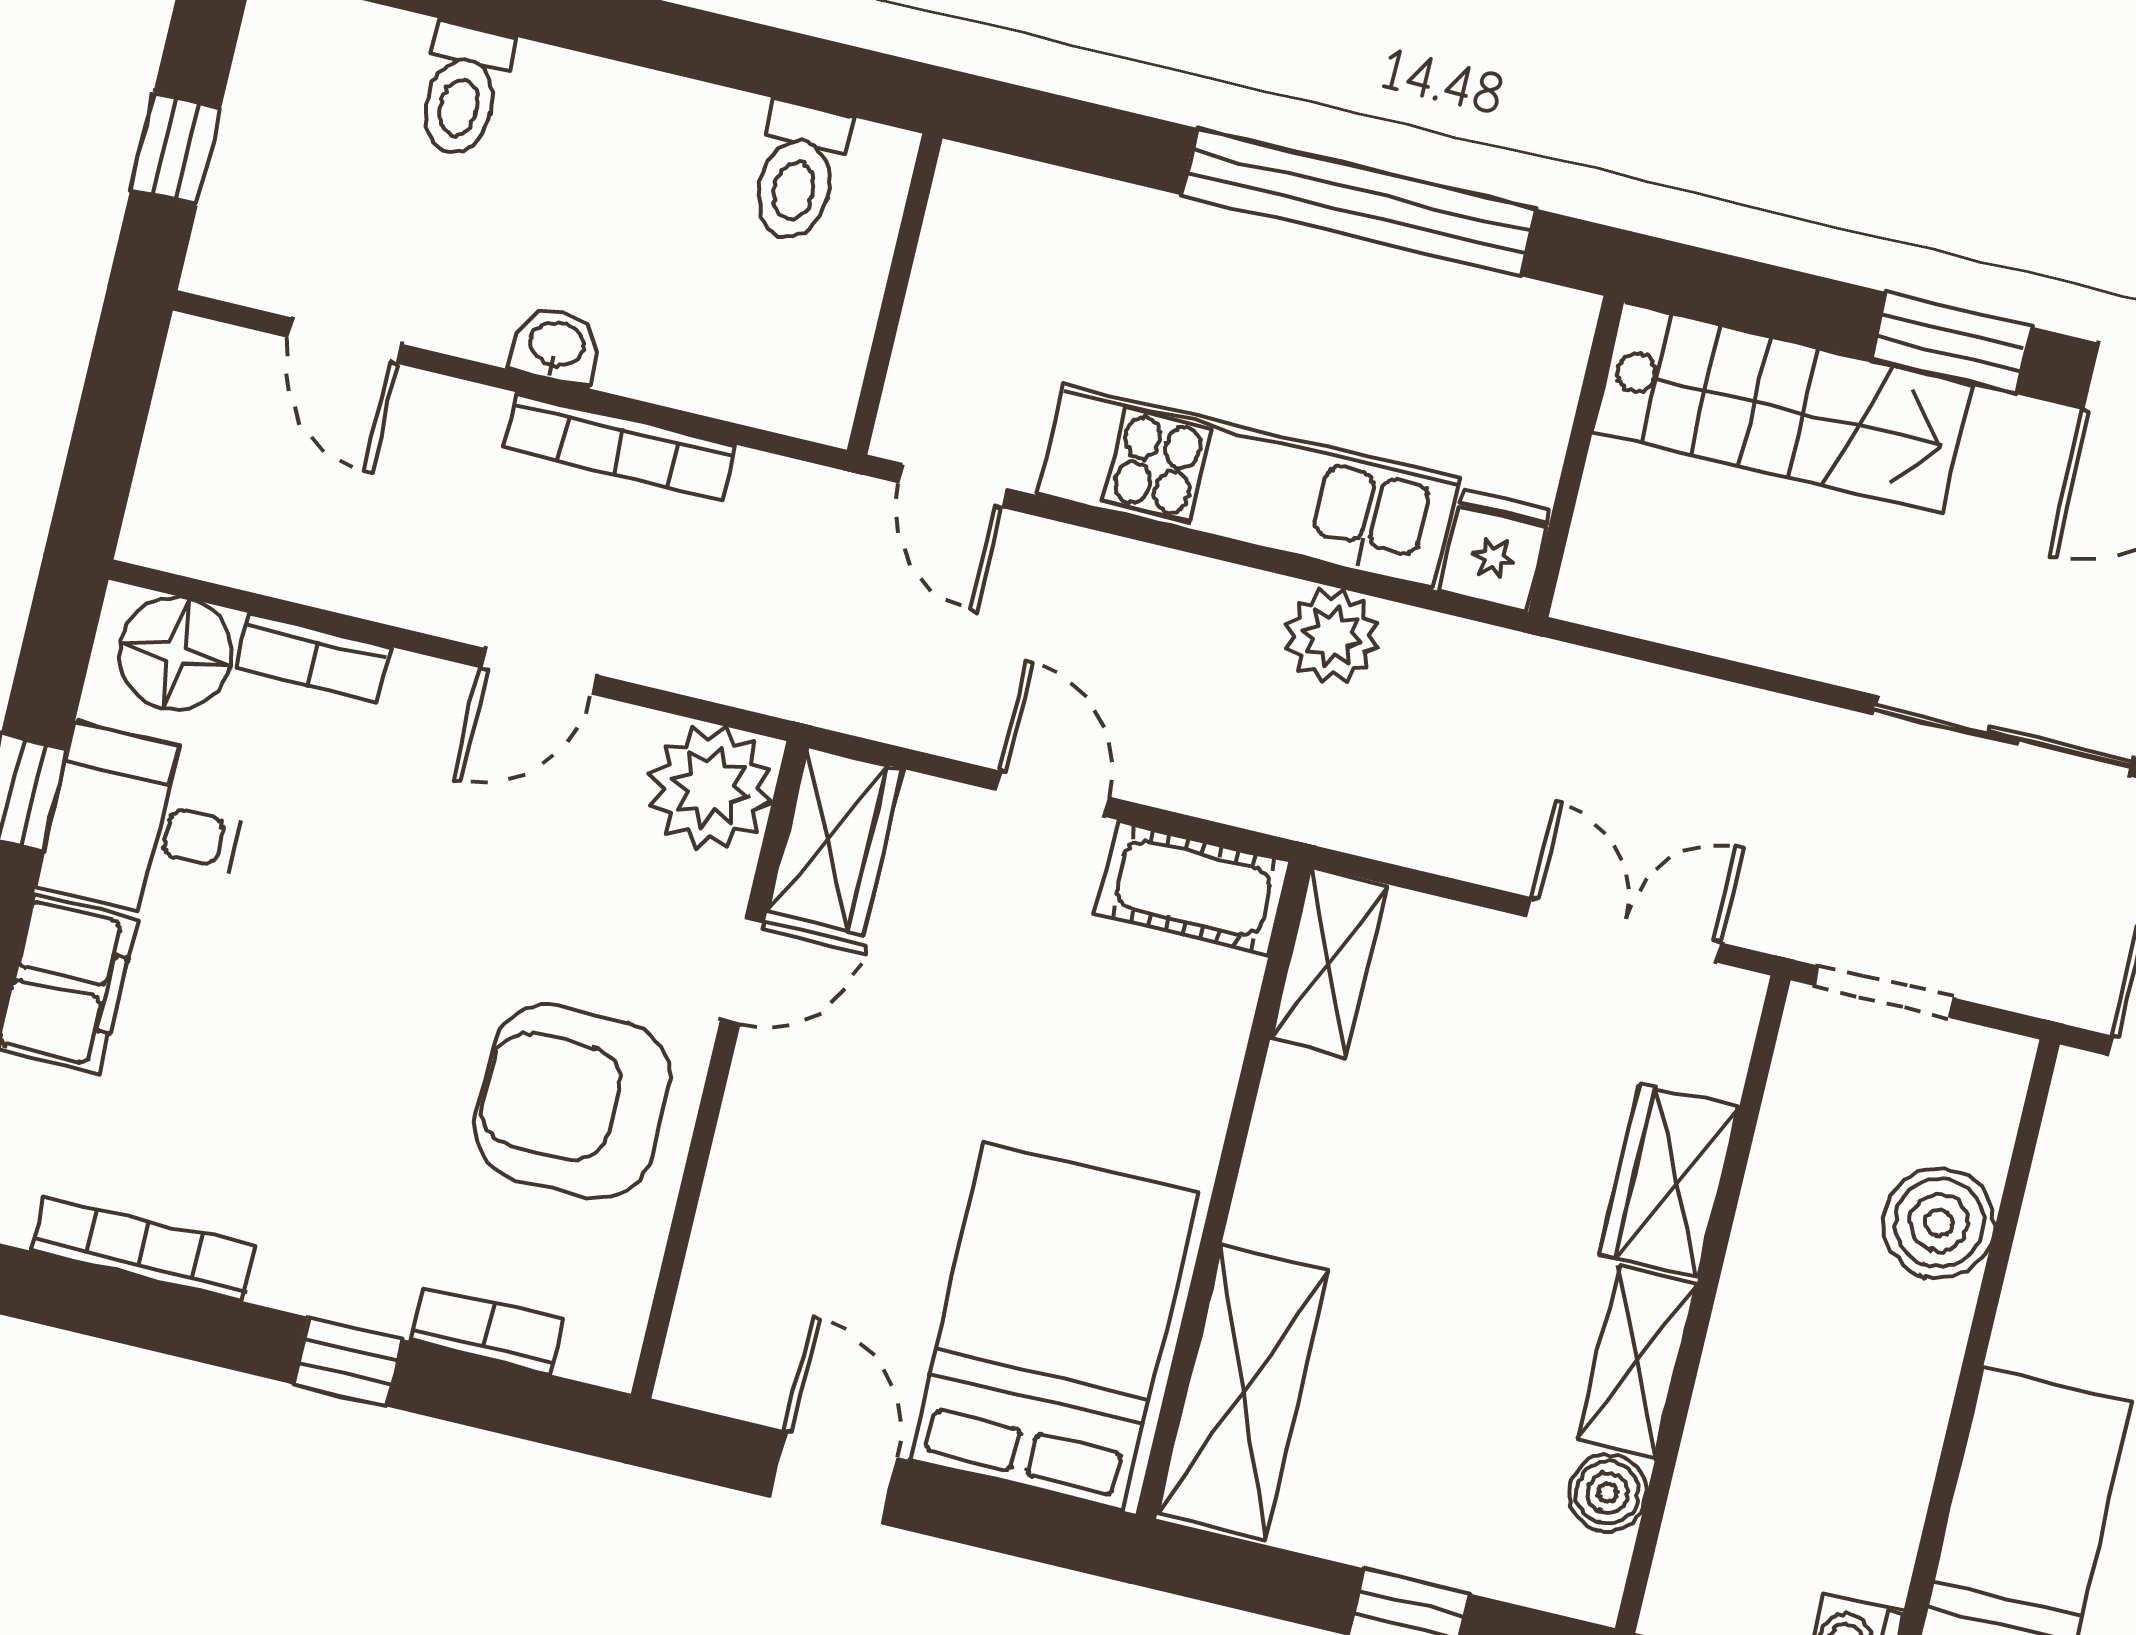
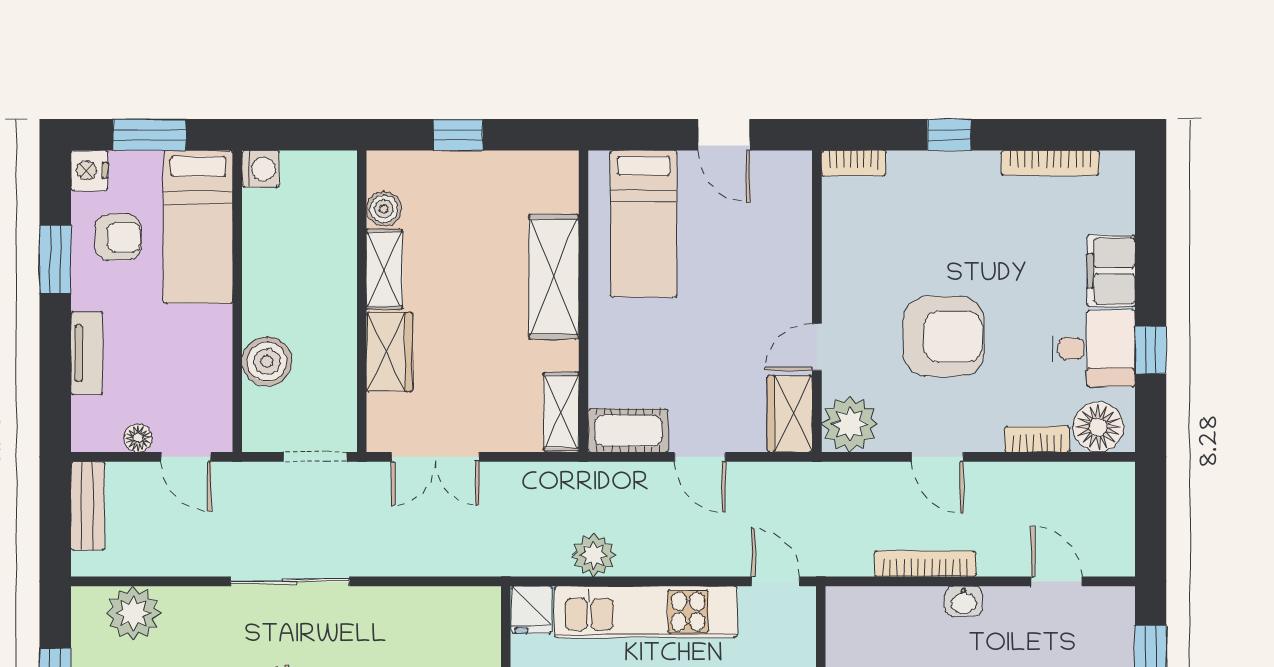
door: (538, 671) -> (938, 457), swing flipped
armchair: (572, 1101) -> (944, 337), moved
bed: (1054, 1326) -> (644, 224), width x0.67
bookcase: (487, 1330) -> (854, 163), moved
shelving: (1243, 1392) -> (554, 277), moved

